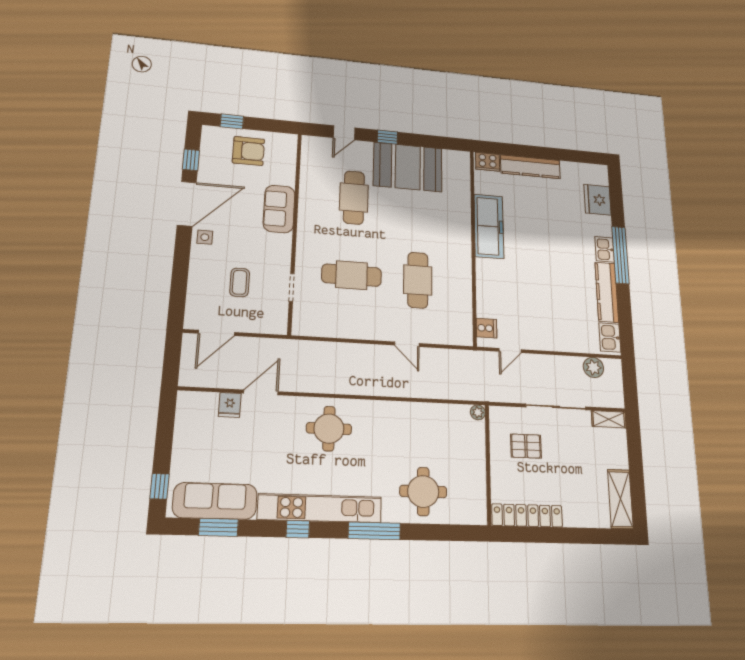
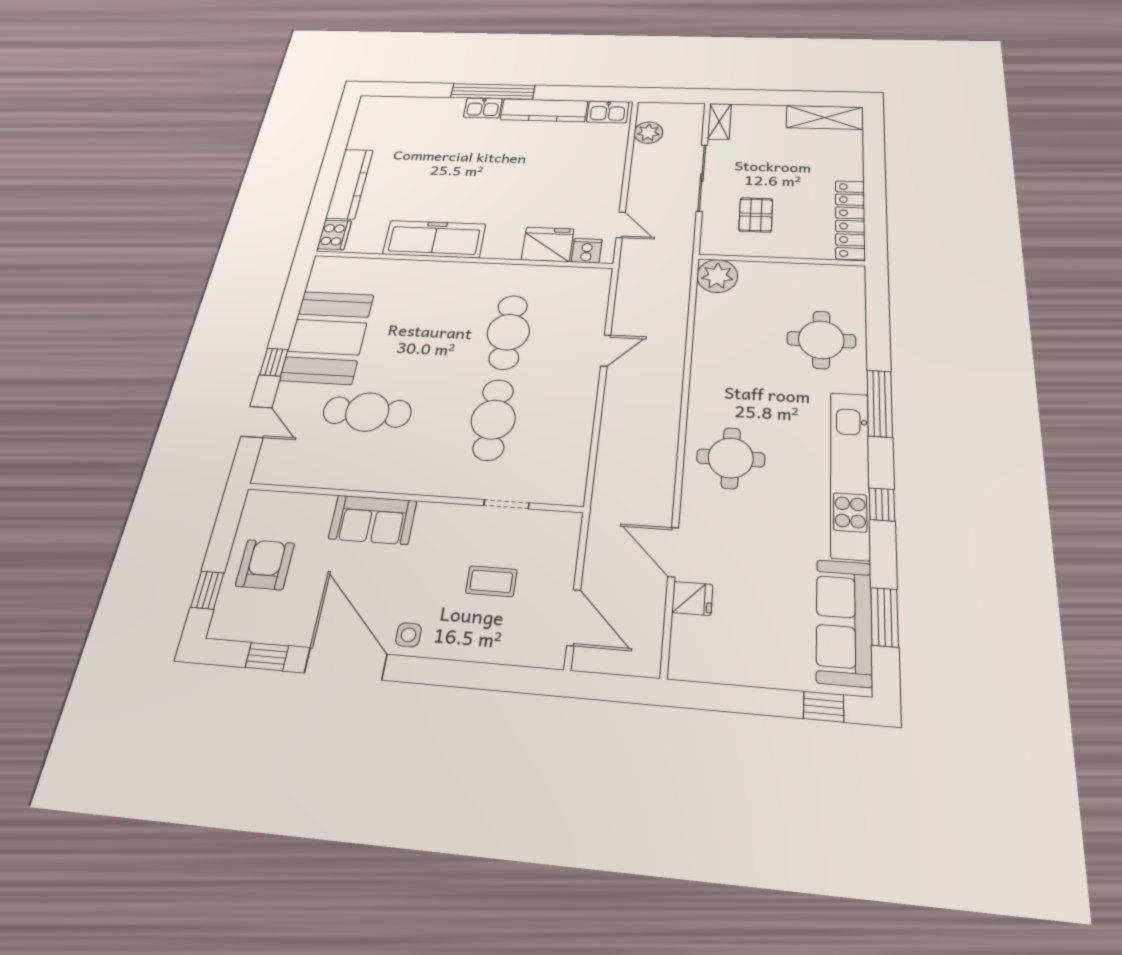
fridge: (597, 200) -> (548, 244), moved, turned 180
cafe table: (418, 280) -> (508, 332), turned 90
plant: (478, 412) -> (717, 276), width x1.88, depth x1.88

